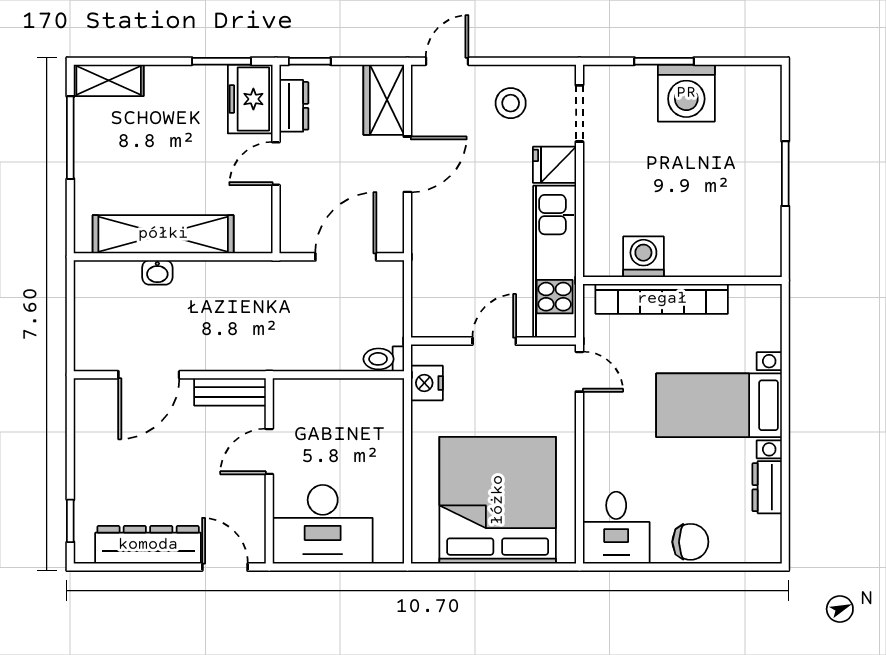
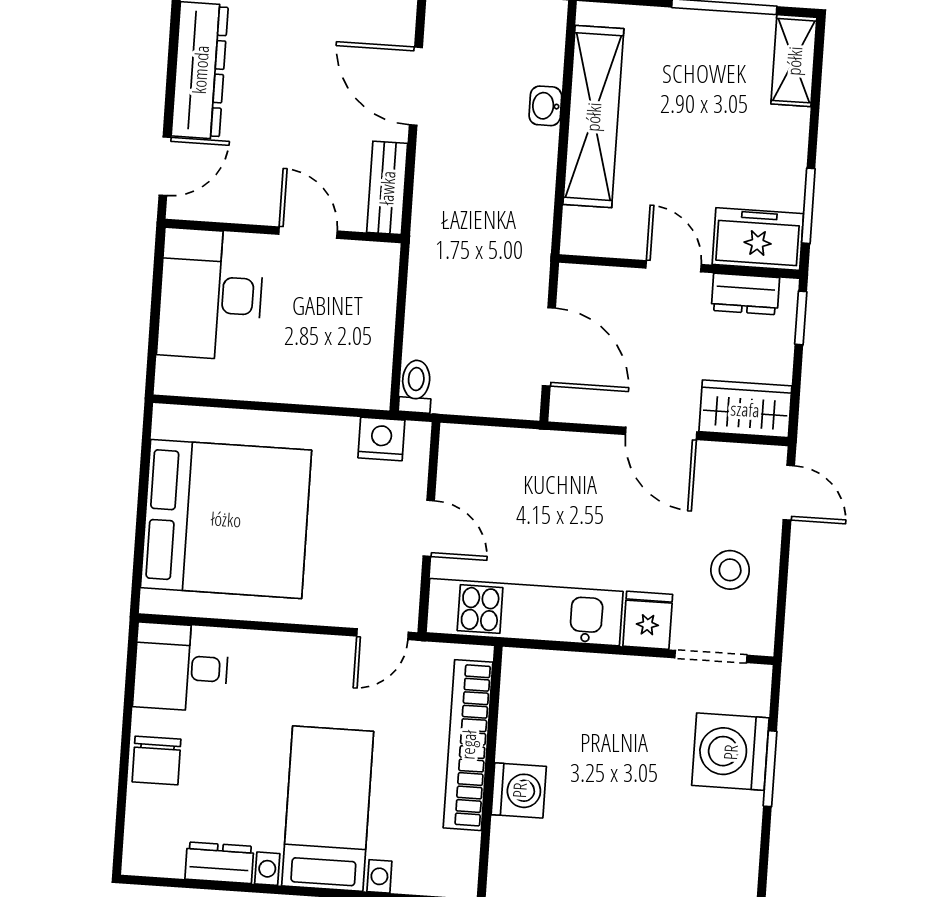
washing machine: (686, 93) -> (730, 752), moved
washing machine: (643, 257) -> (519, 790), moved

